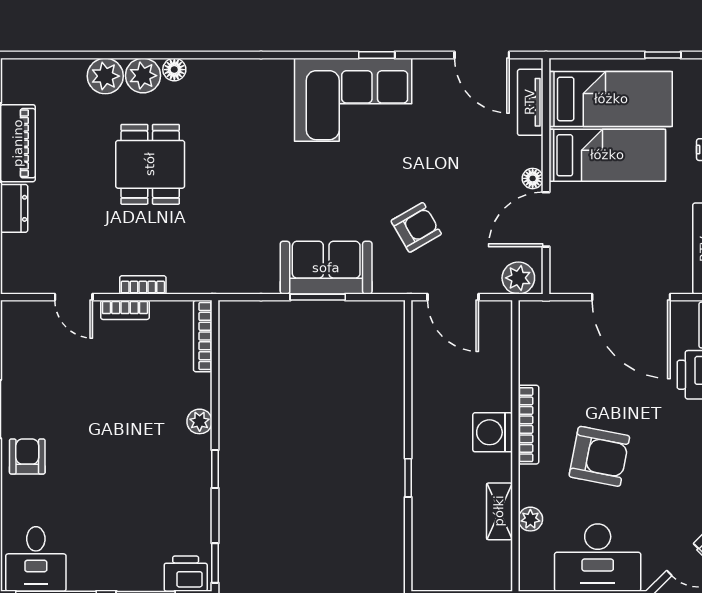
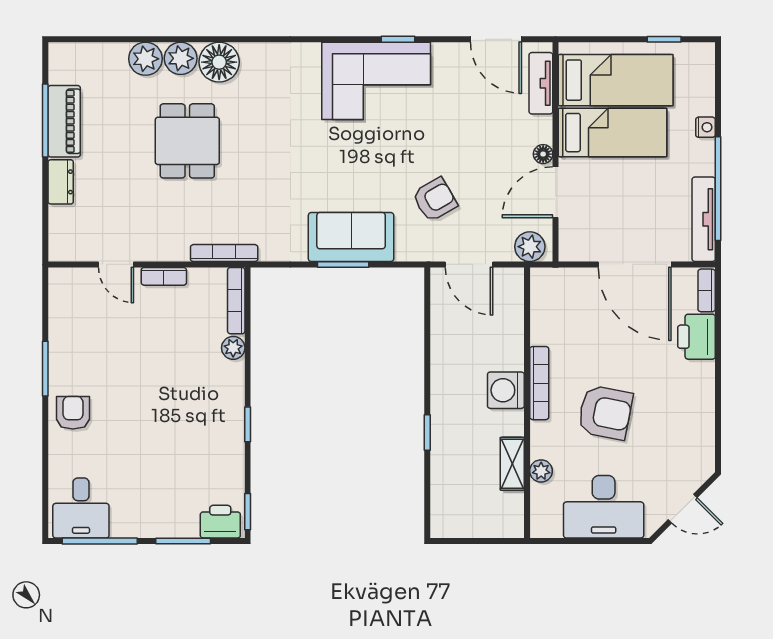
floor lamp: (174, 70) -> (219, 62), width x1.89, depth x1.89
bookcase: (143, 285) -> (224, 253), moved, width x1.56
plant: (200, 421) -> (233, 348), moved

